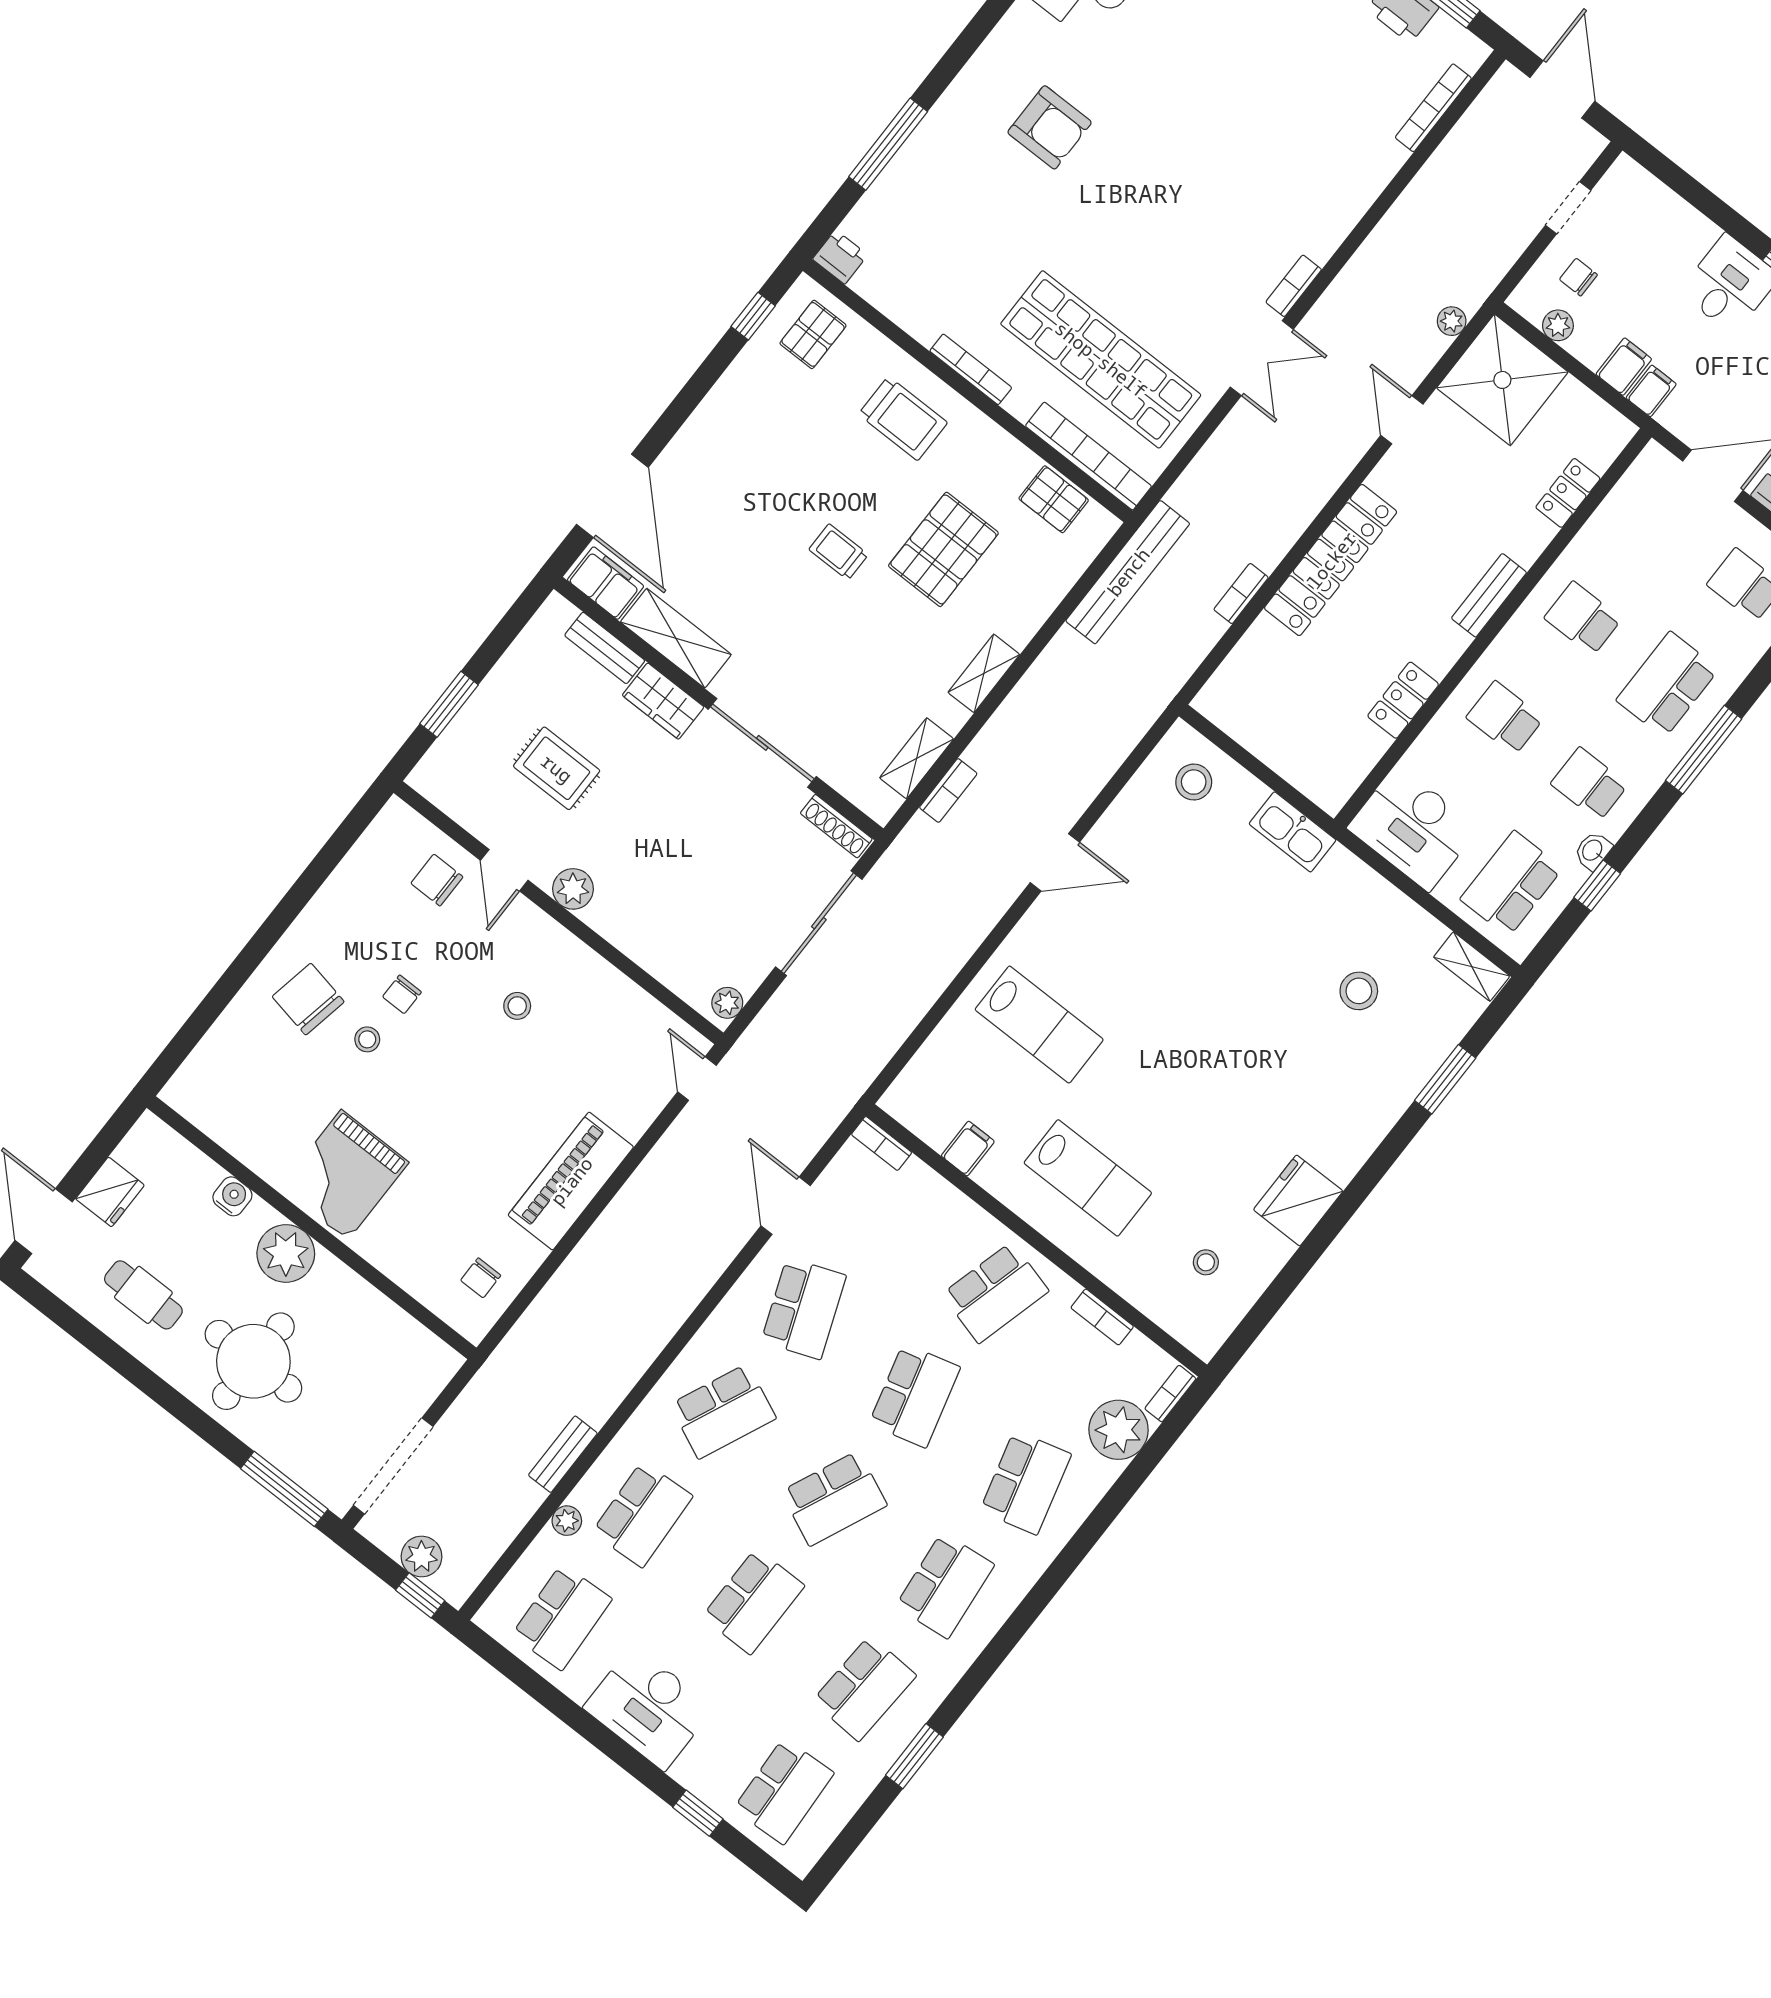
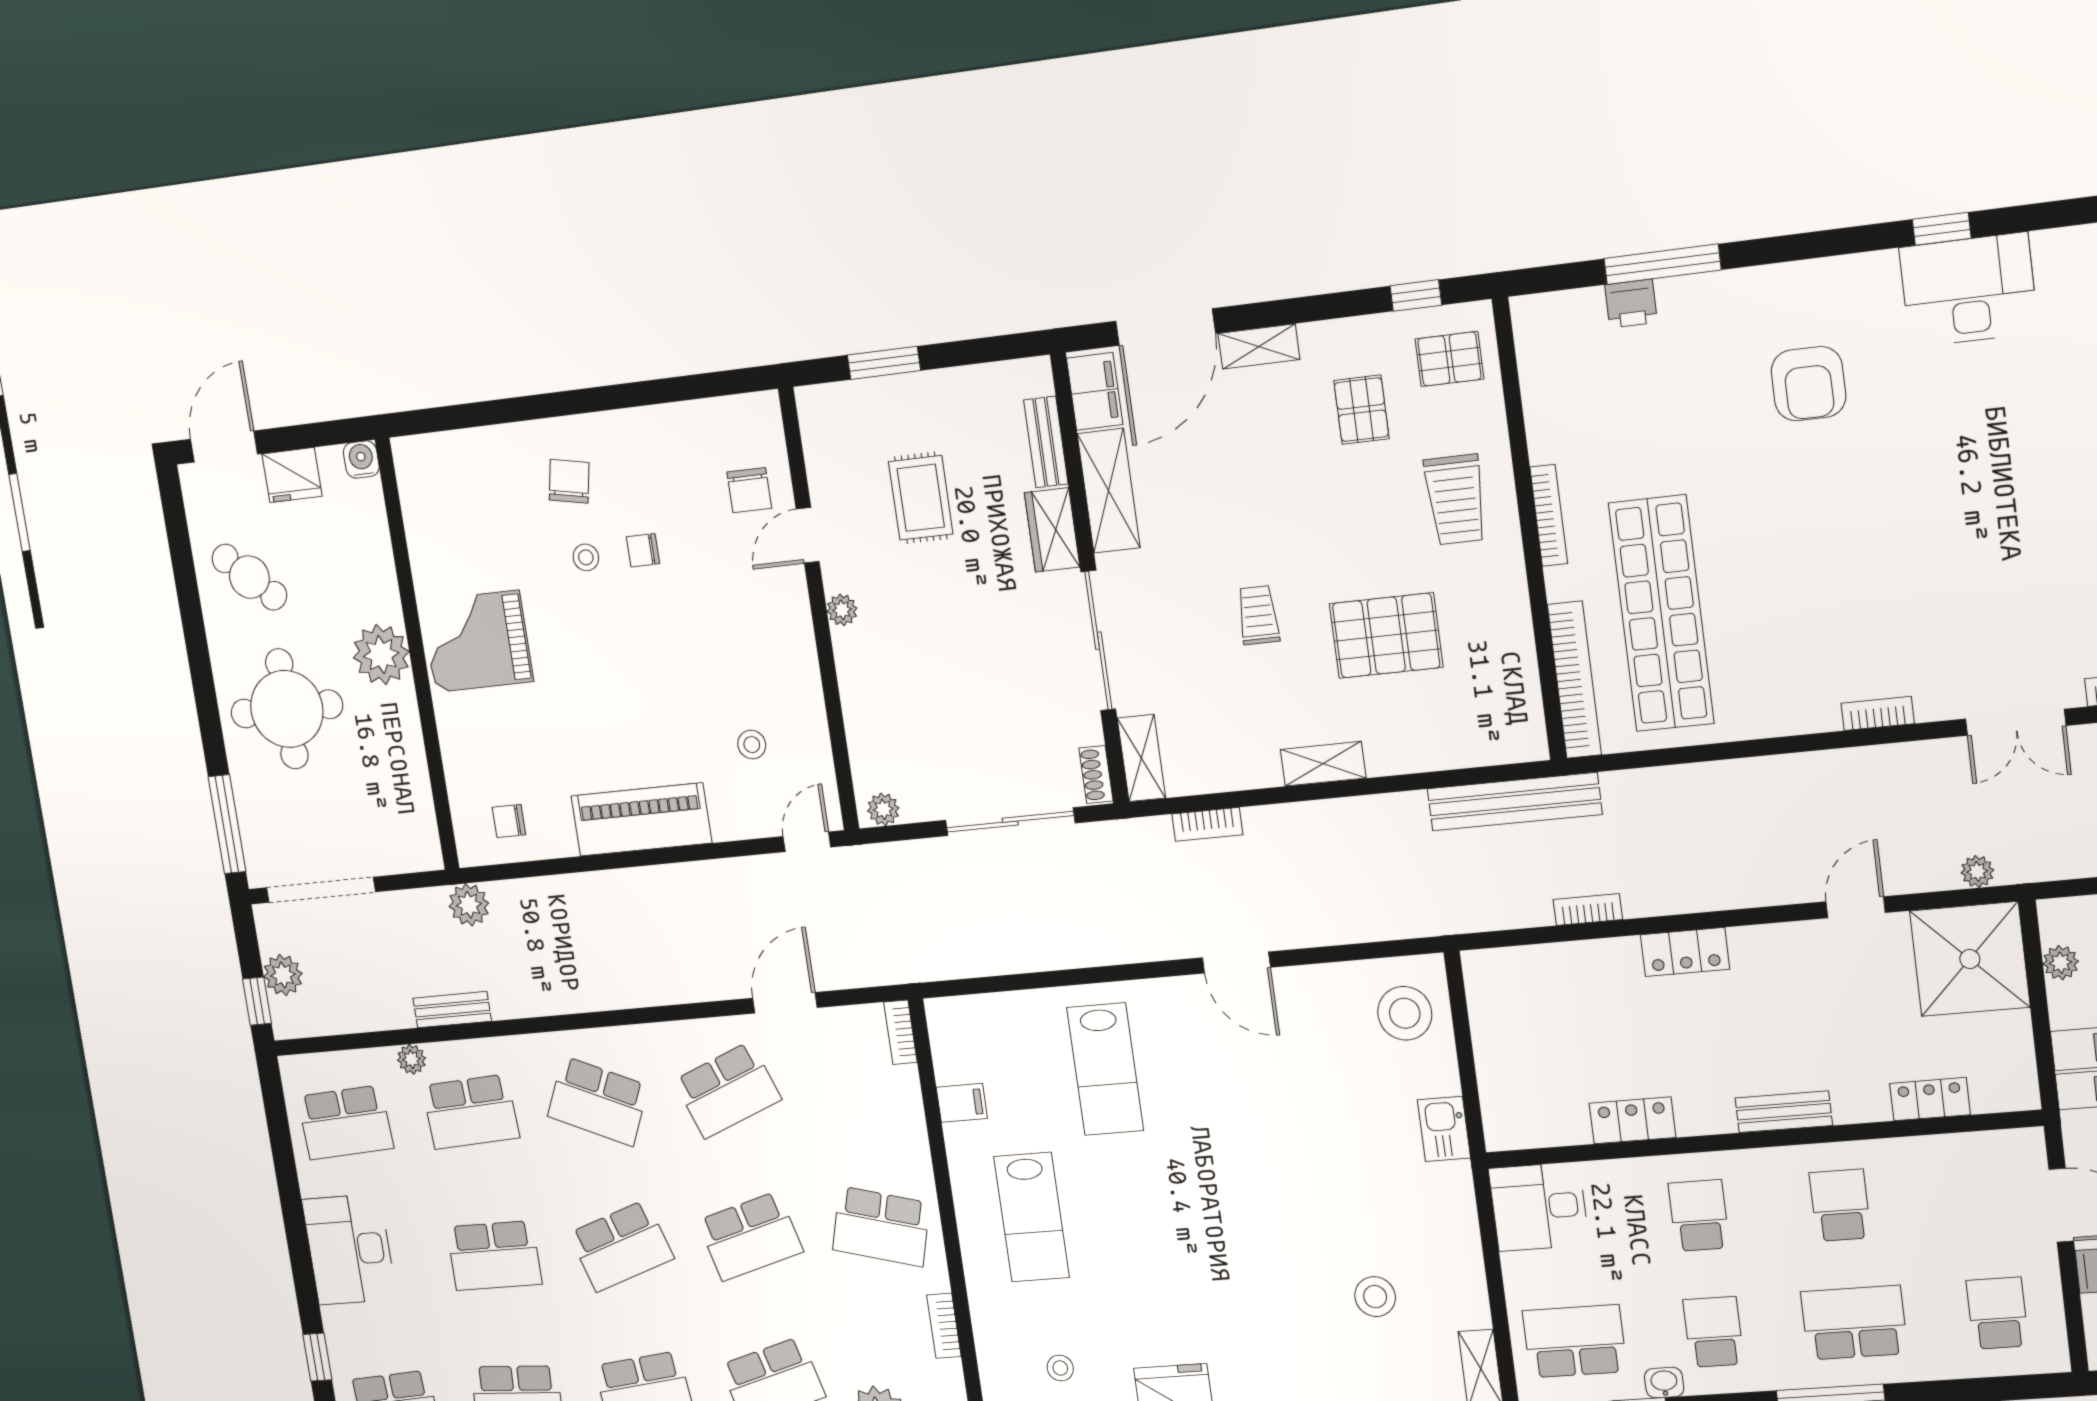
printer: (840, 257) -> (1631, 303), moved, turned 90
double door: (1262, 358) -> (2016, 722), moved
shelving: (684, 448) -> (1259, 346), added
pallet: (1054, 499) -> (1361, 410), moved
trolley: (839, 552) -> (1258, 615), moved
locker: (1331, 560) -> (1685, 952), width x0.46, depth x0.83
shelving: (917, 758) -> (1141, 758), moved, turned 90
stool: (1194, 782) -> (1405, 1013), width x1.38, depth x1.38
shoe rack: (836, 826) -> (1096, 774), width x0.70
desk: (1413, 828) -> (1539, 1207), width x0.73
kitchen sink: (1293, 832) -> (1444, 1129), width x0.73
chair: (437, 880) -> (749, 490), turned 180
plant: (573, 889) -> (842, 610), width x0.73, depth x0.73
chair: (308, 999) -> (569, 481), width x0.73, depth x0.73
stool: (517, 1006) -> (752, 745), moved
water cooler: (232, 1196) -> (361, 459), moved, turned -90
cafe table: (143, 1295) -> (249, 577), turned -47
plant: (507, 1367) -> (469, 905), added
school desk: (834, 1498) -> (621, 1246), turned -42

